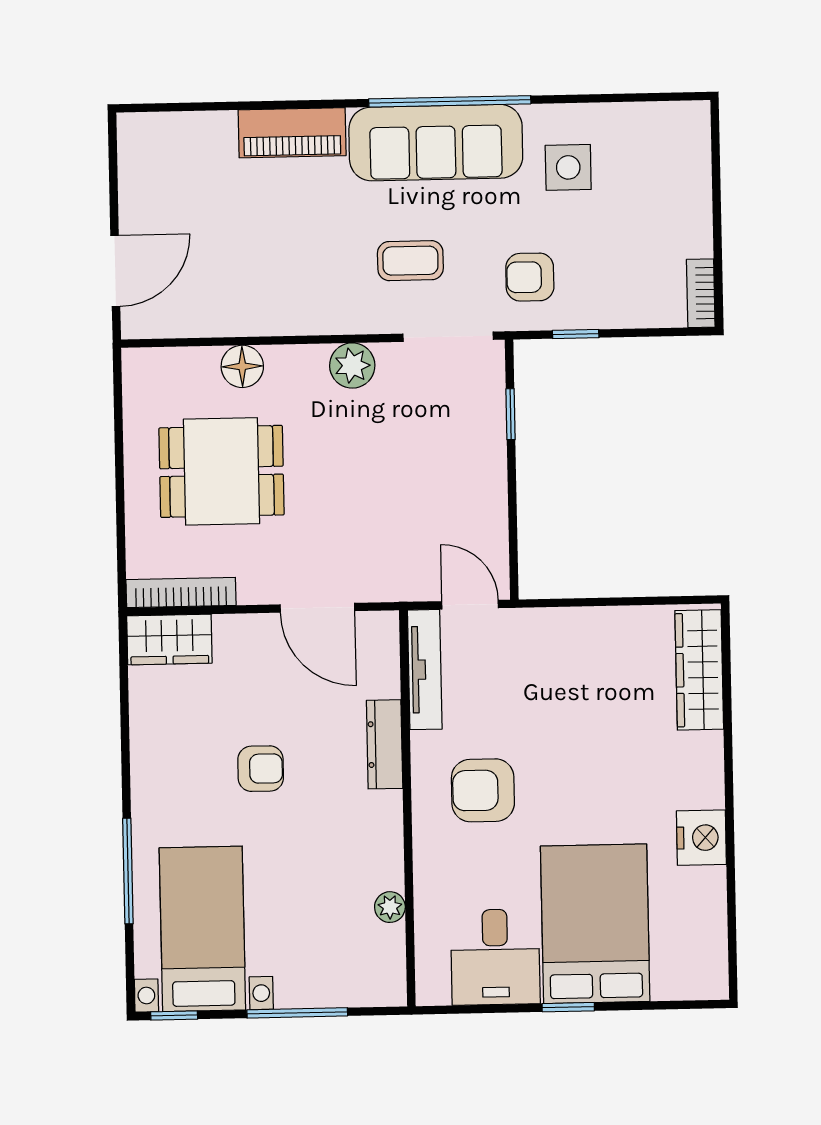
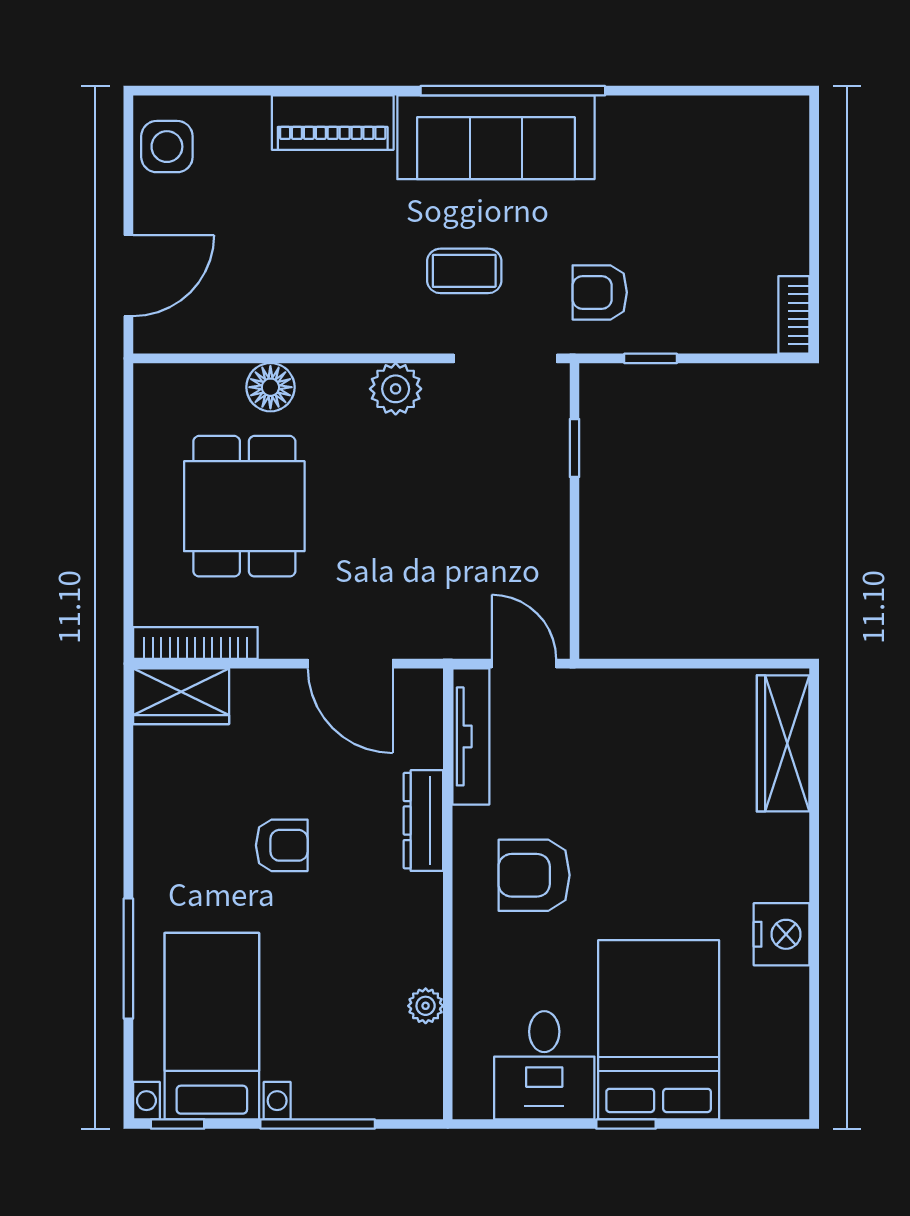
side table: (568, 167) -> (167, 147), moved
dining table: (221, 471) -> (244, 506), turned 90

